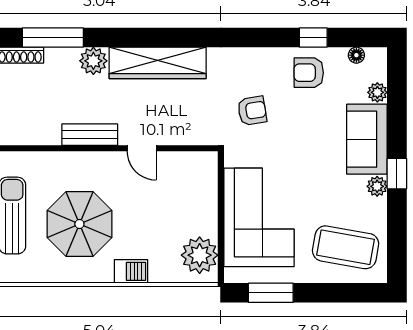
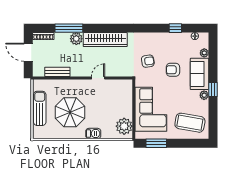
window: (53, 37) -> (69, 28), moved
armchair: (309, 73) -> (173, 70), moved
bench: (90, 135) -> (57, 72), moved
door: (142, 148) -> (98, 78), swing flipped

